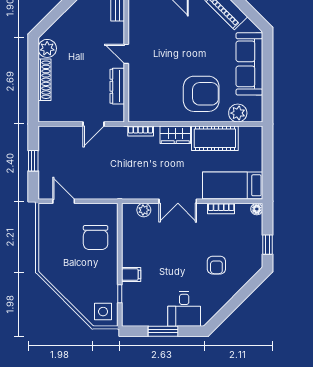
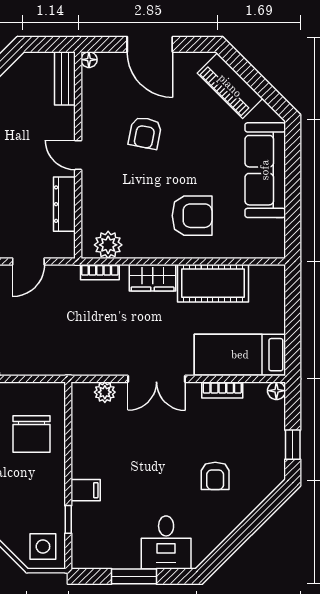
armchair: (170, 39) -> (145, 133), added
armchair: (201, 94) -> (192, 216), width x0.73, depth x0.73
plant: (238, 113) -> (108, 245), moved

